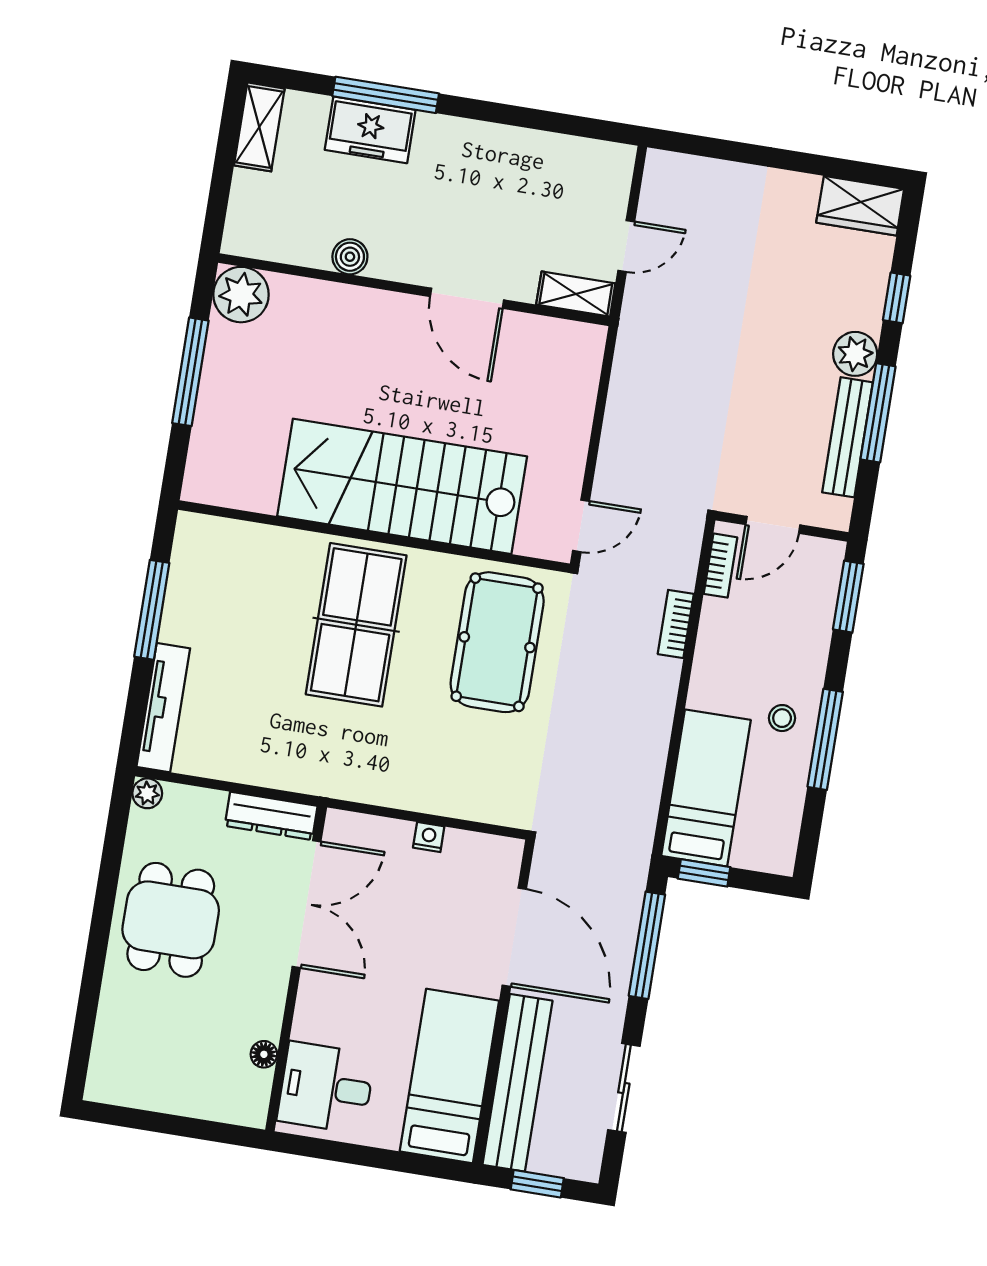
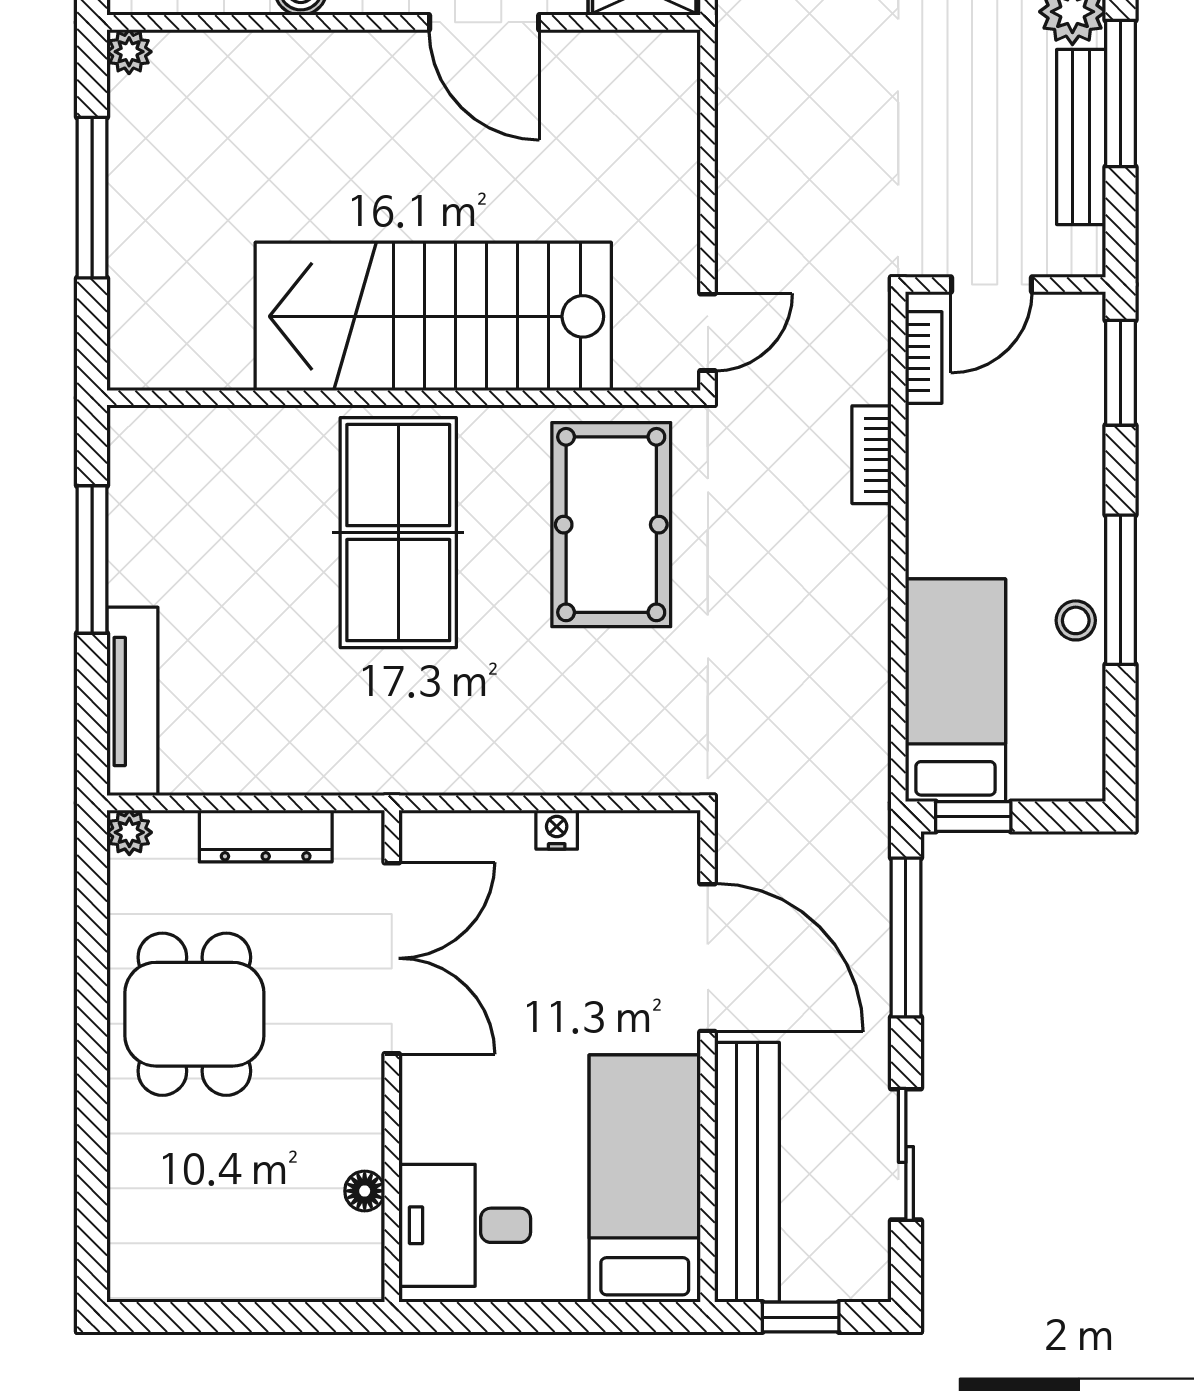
plant: (241, 295) -> (129, 52), width x0.53, depth x0.53
stool: (782, 718) -> (1076, 620), moved
dresser: (271, 816) -> (266, 836), moved

